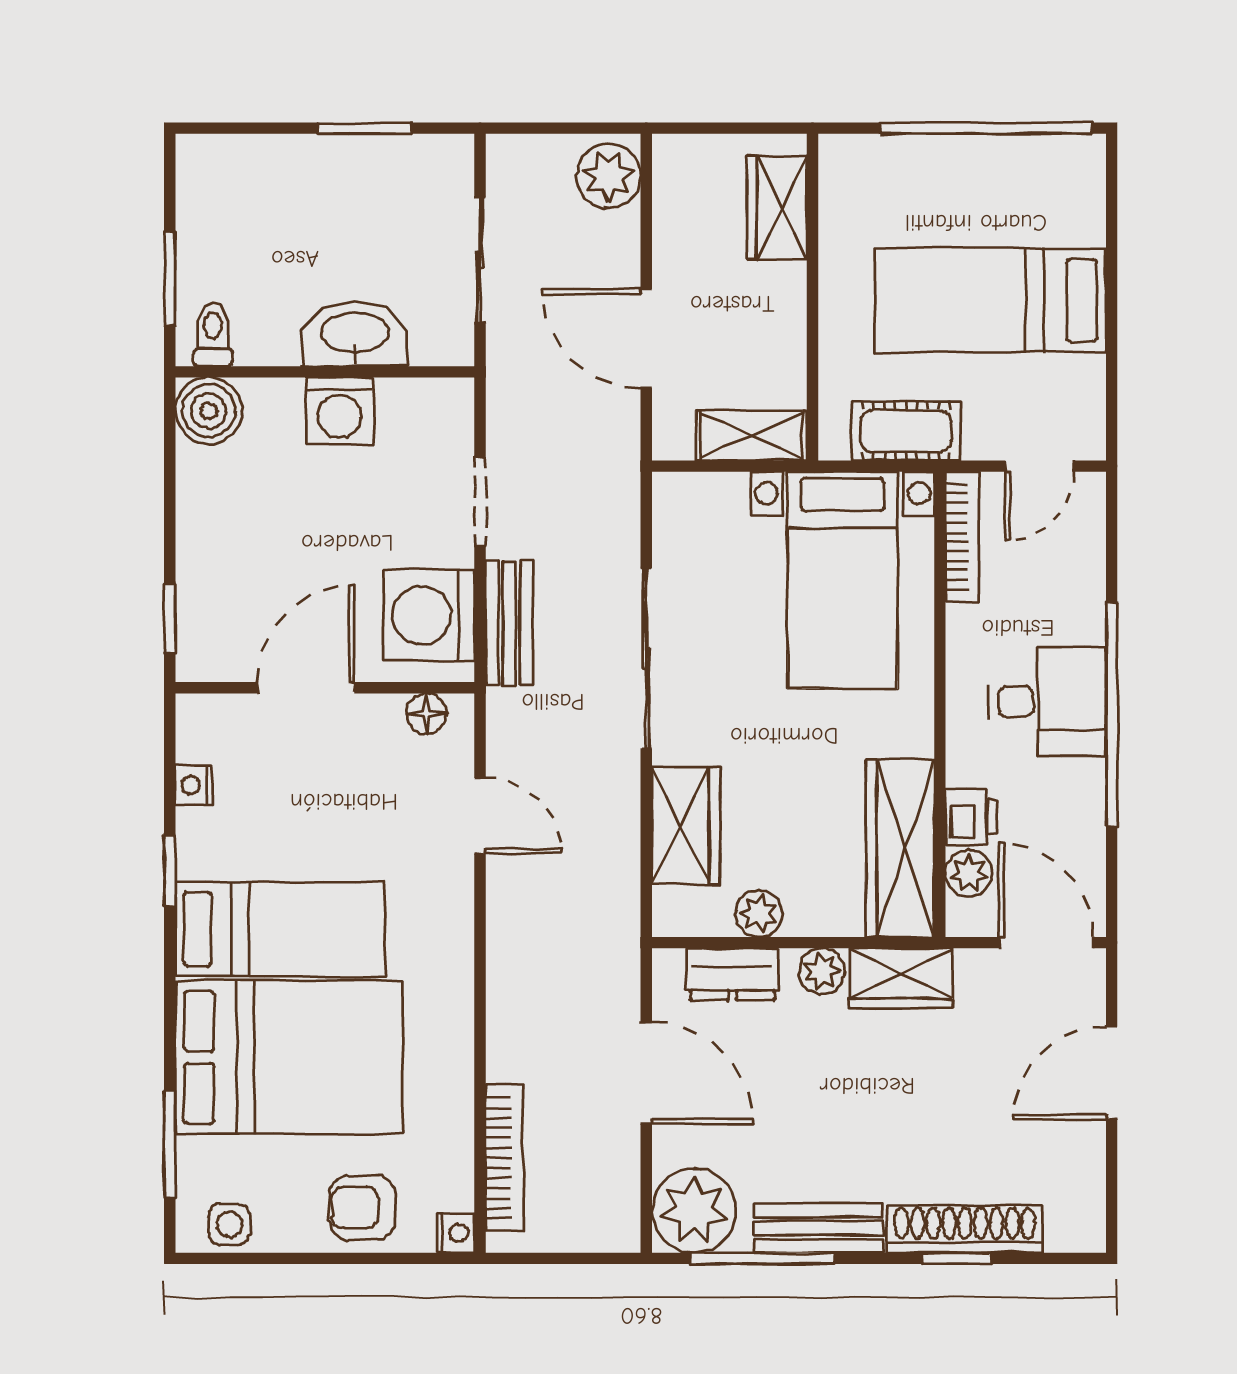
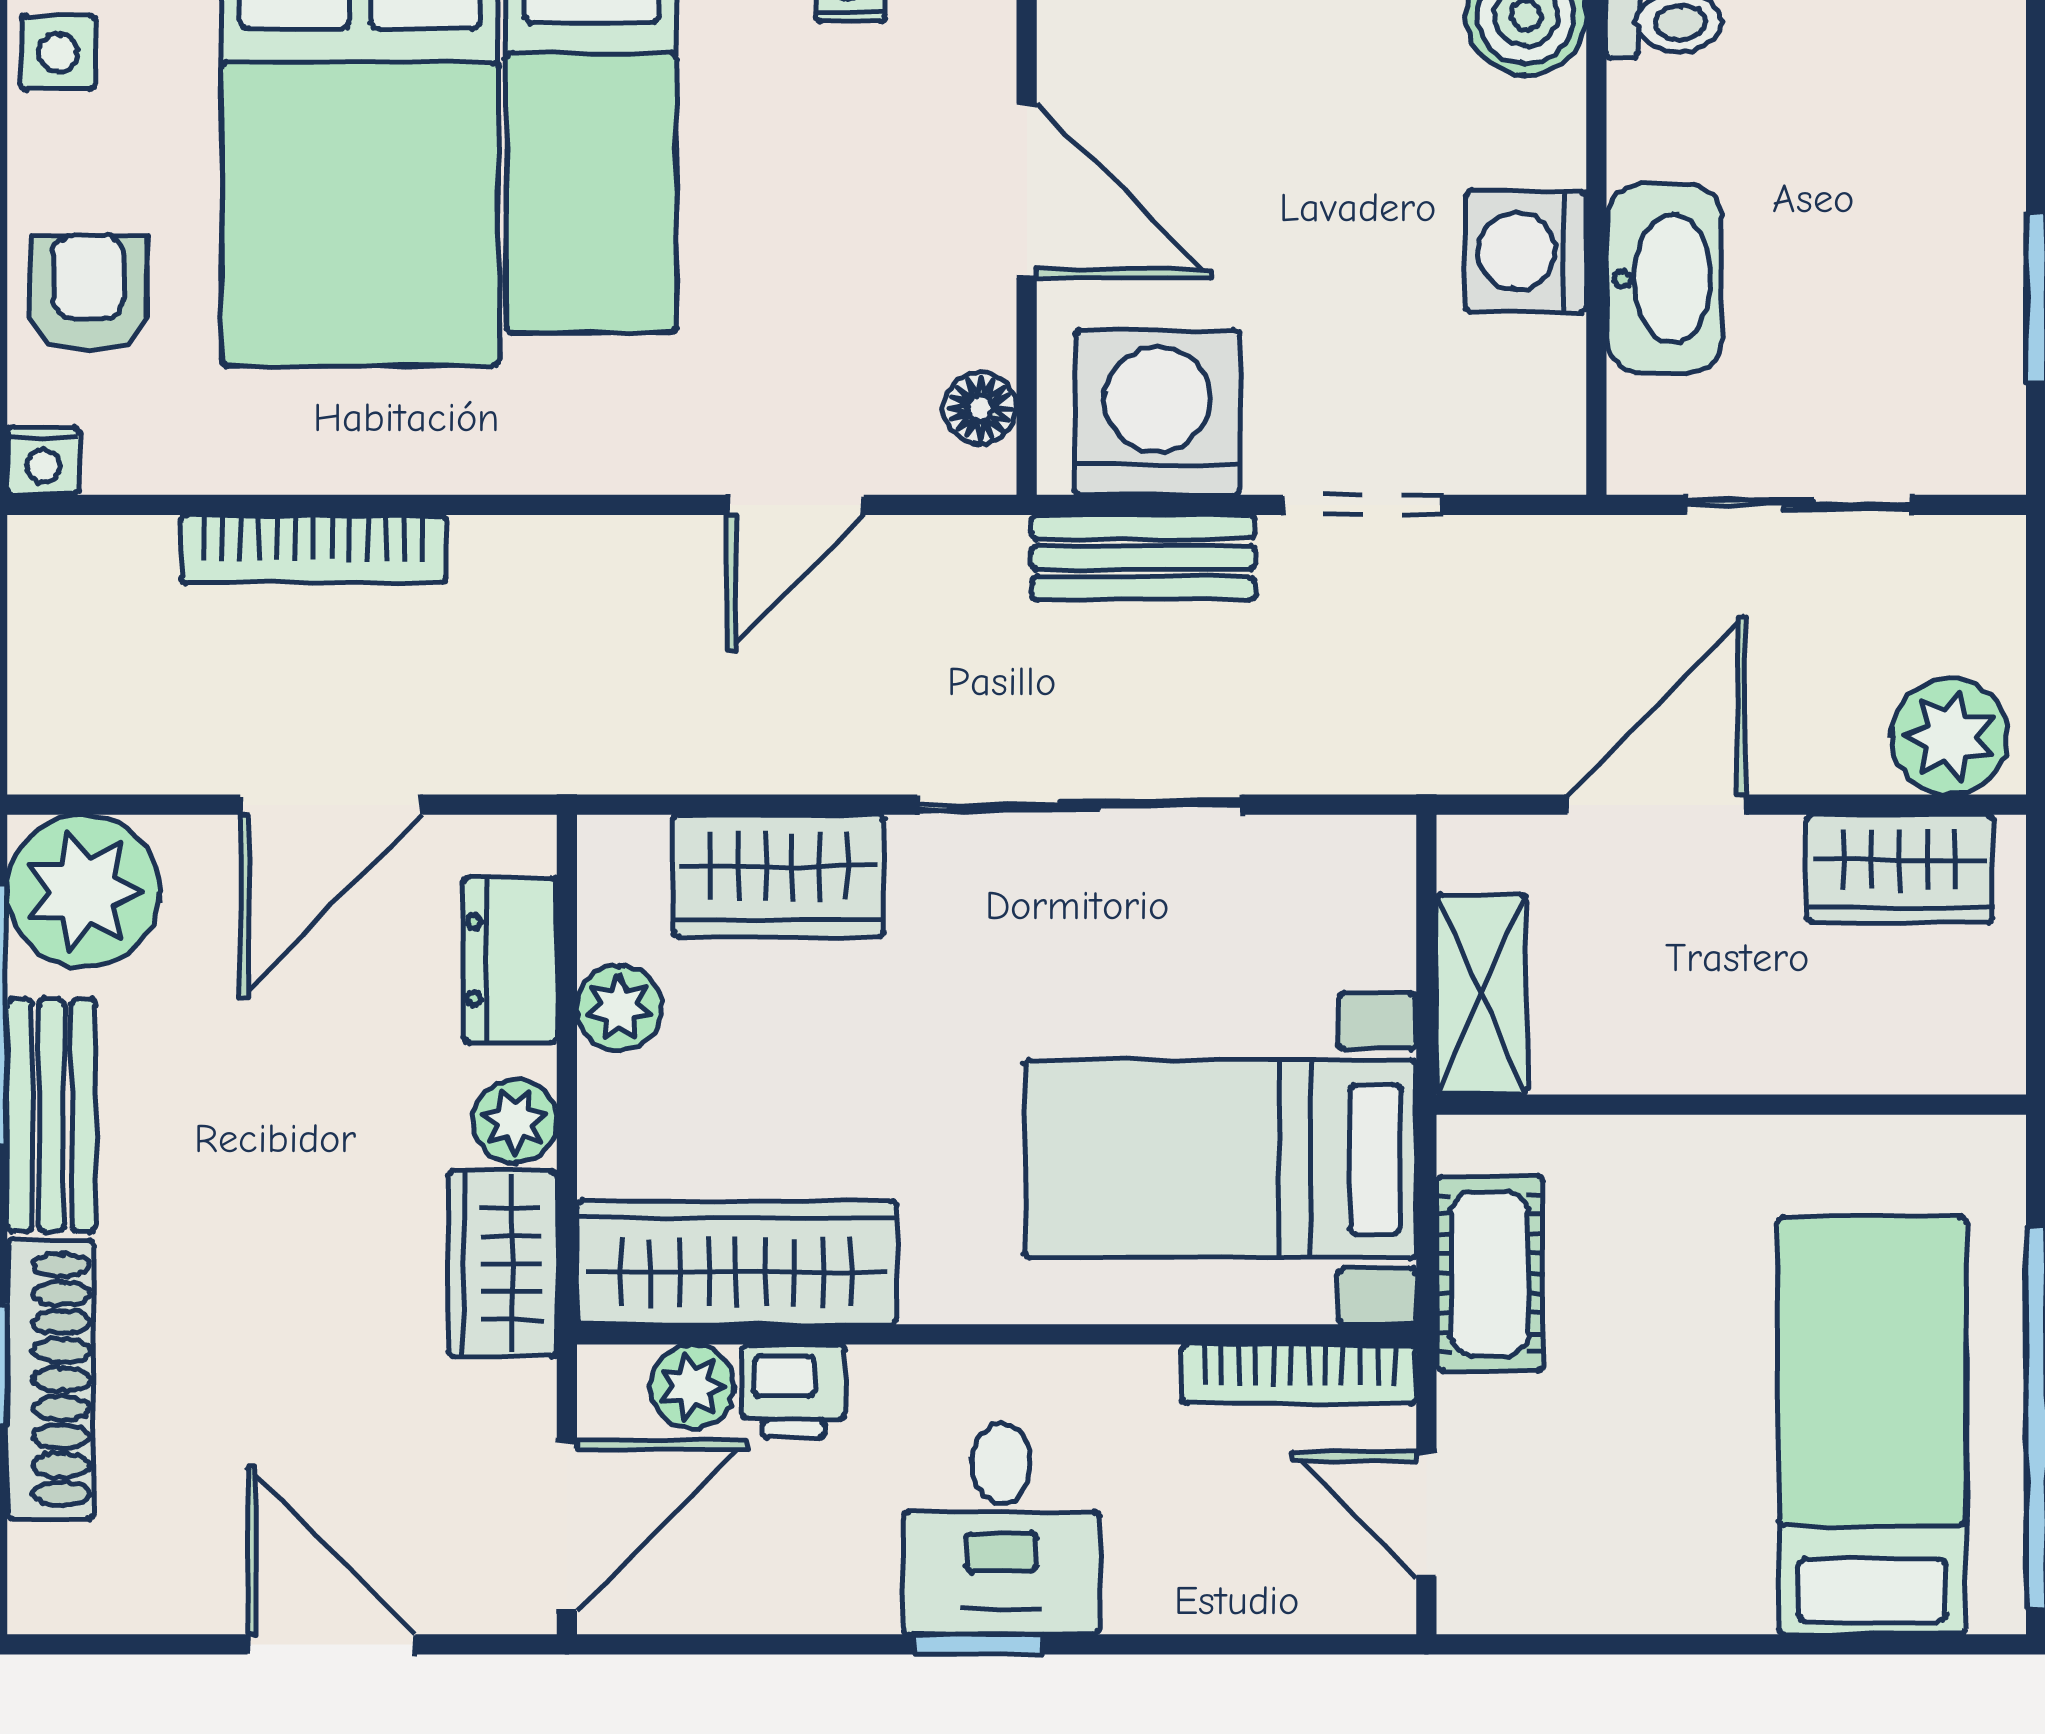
wardrobe: (777, 208) -> (1899, 869), moved, turned 180
bed: (990, 300) -> (1872, 1426), moved
window: (1112, 714) -> (978, 1644), width x0.32
bookcase: (504, 1158) -> (313, 549), moved

